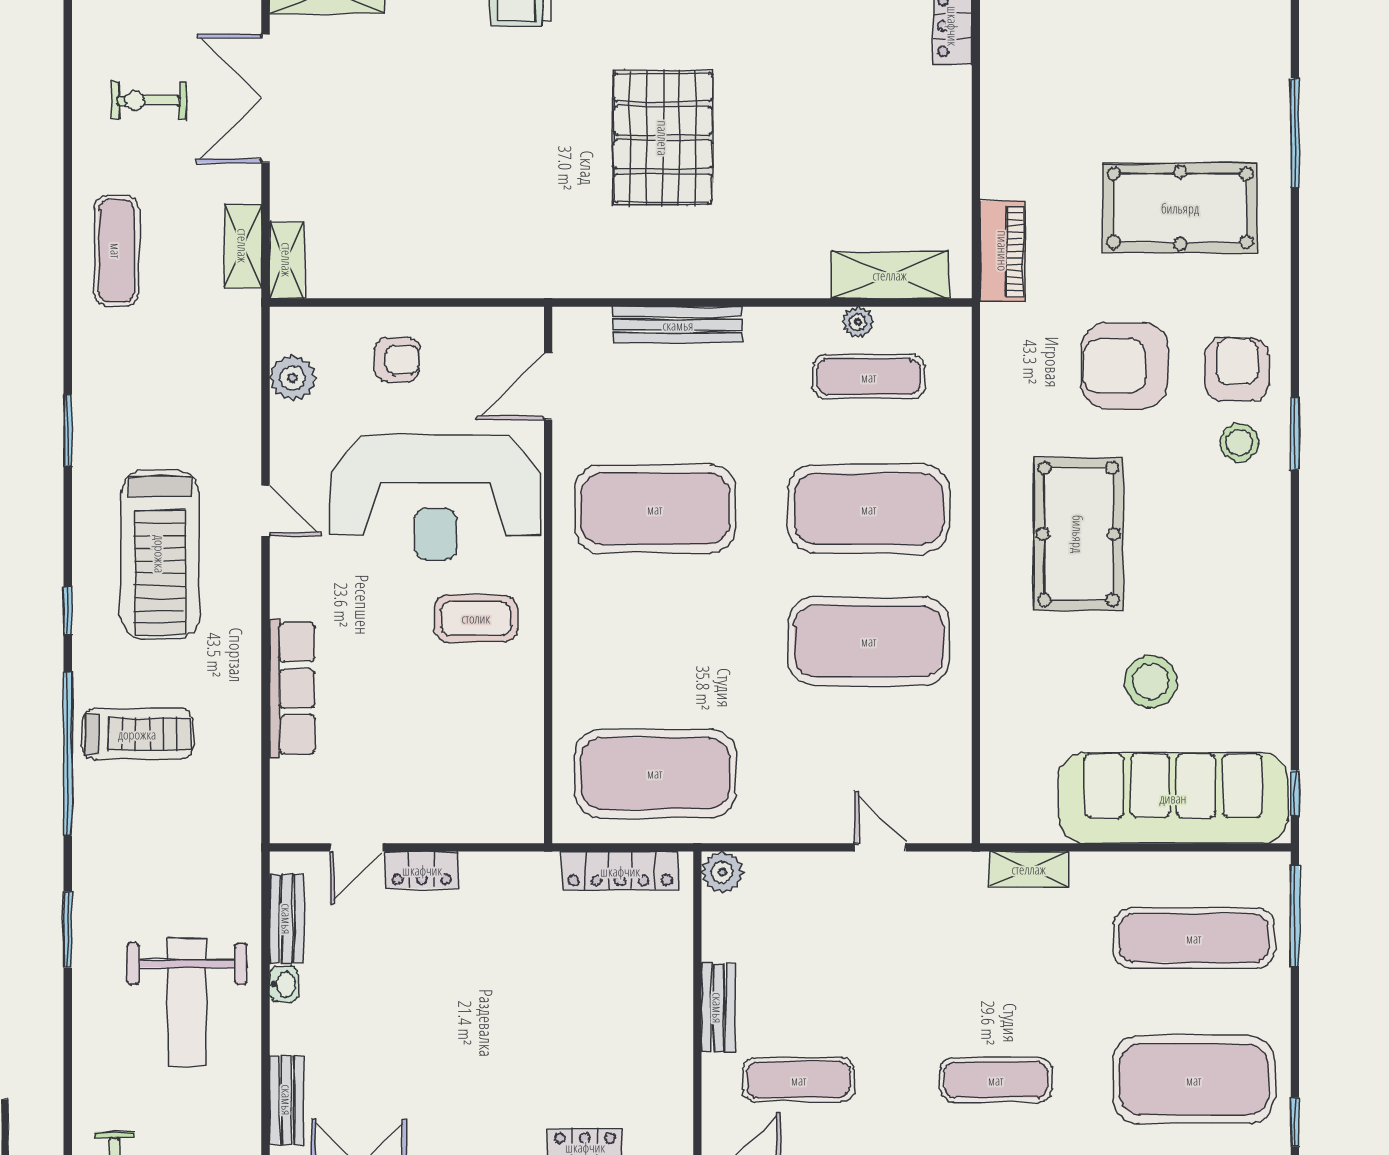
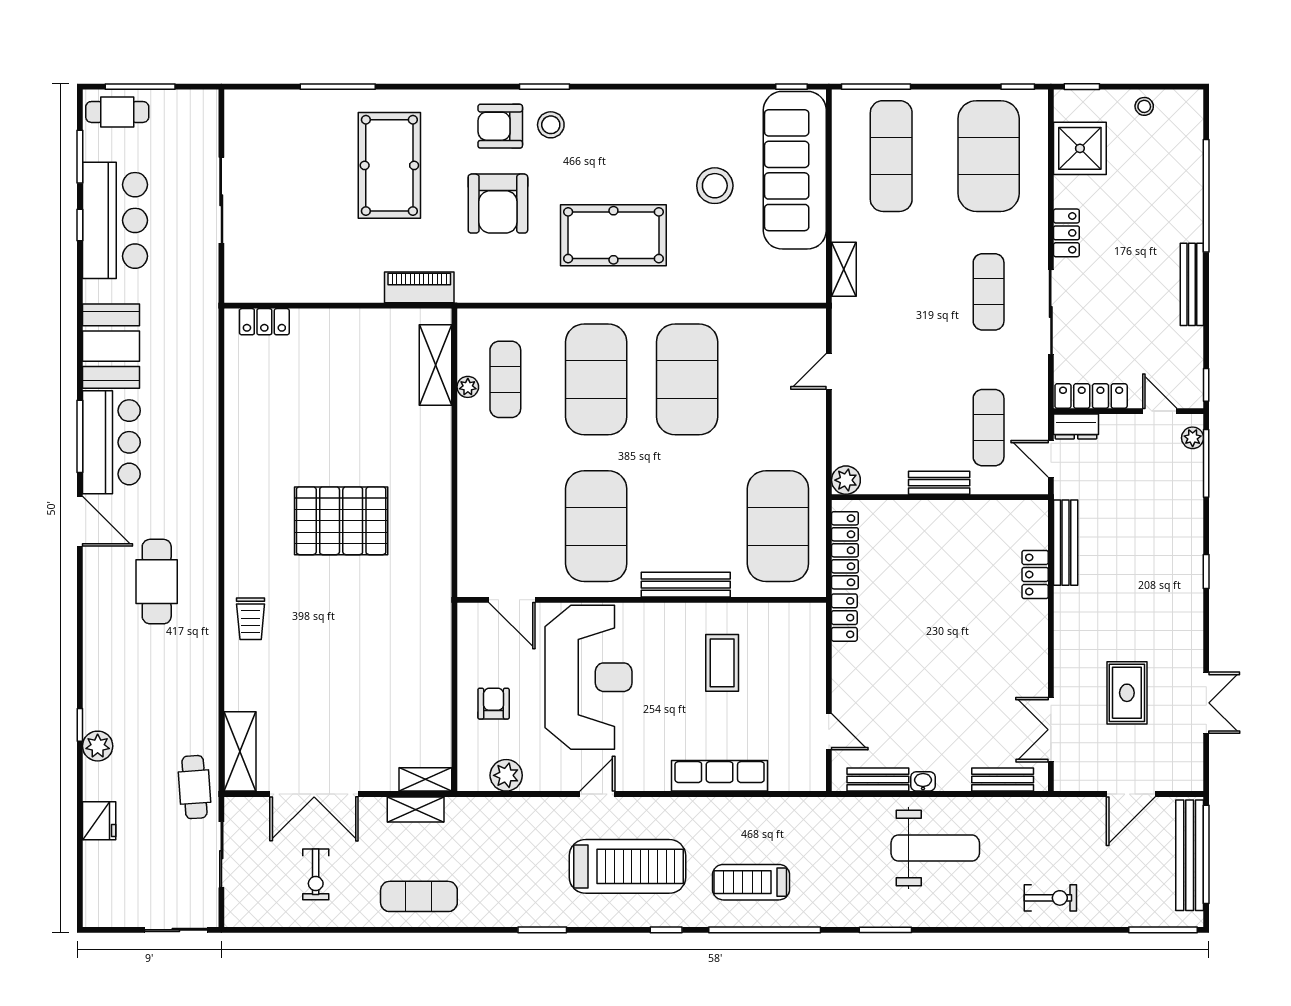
bench: (678, 325) -> (686, 585), moved, turned 90
coffee table: (476, 618) -> (722, 663), moved
treadmill: (137, 734) -> (751, 882), turned -90
locker: (422, 870) -> (844, 618), moved

